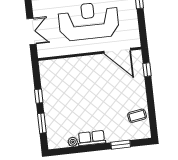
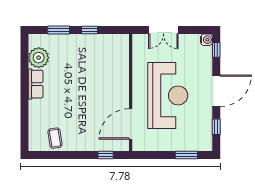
plant: (73, 142) -> (39, 58), width x1.88, depth x1.88
window: (121, 145) -> (24, 116), removed

